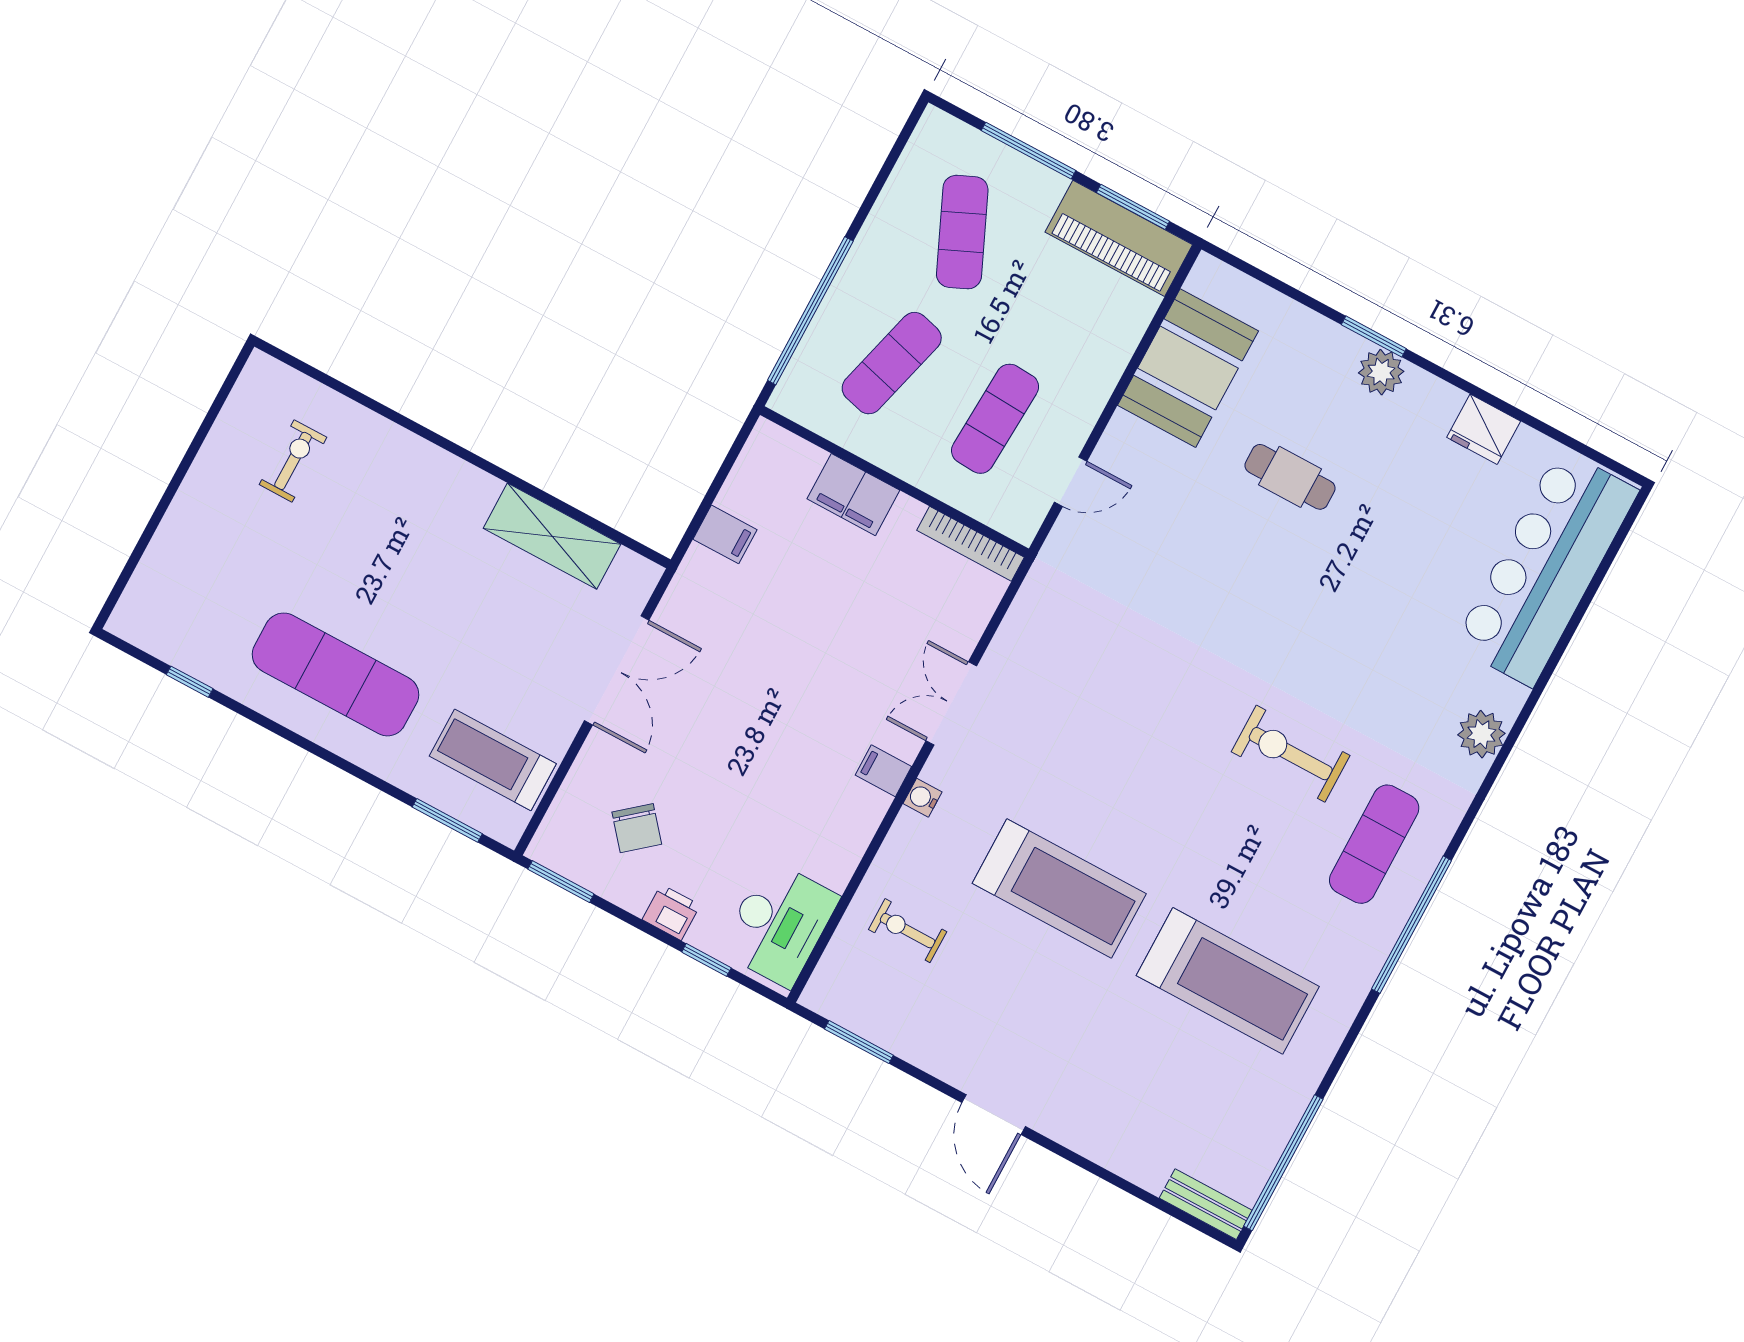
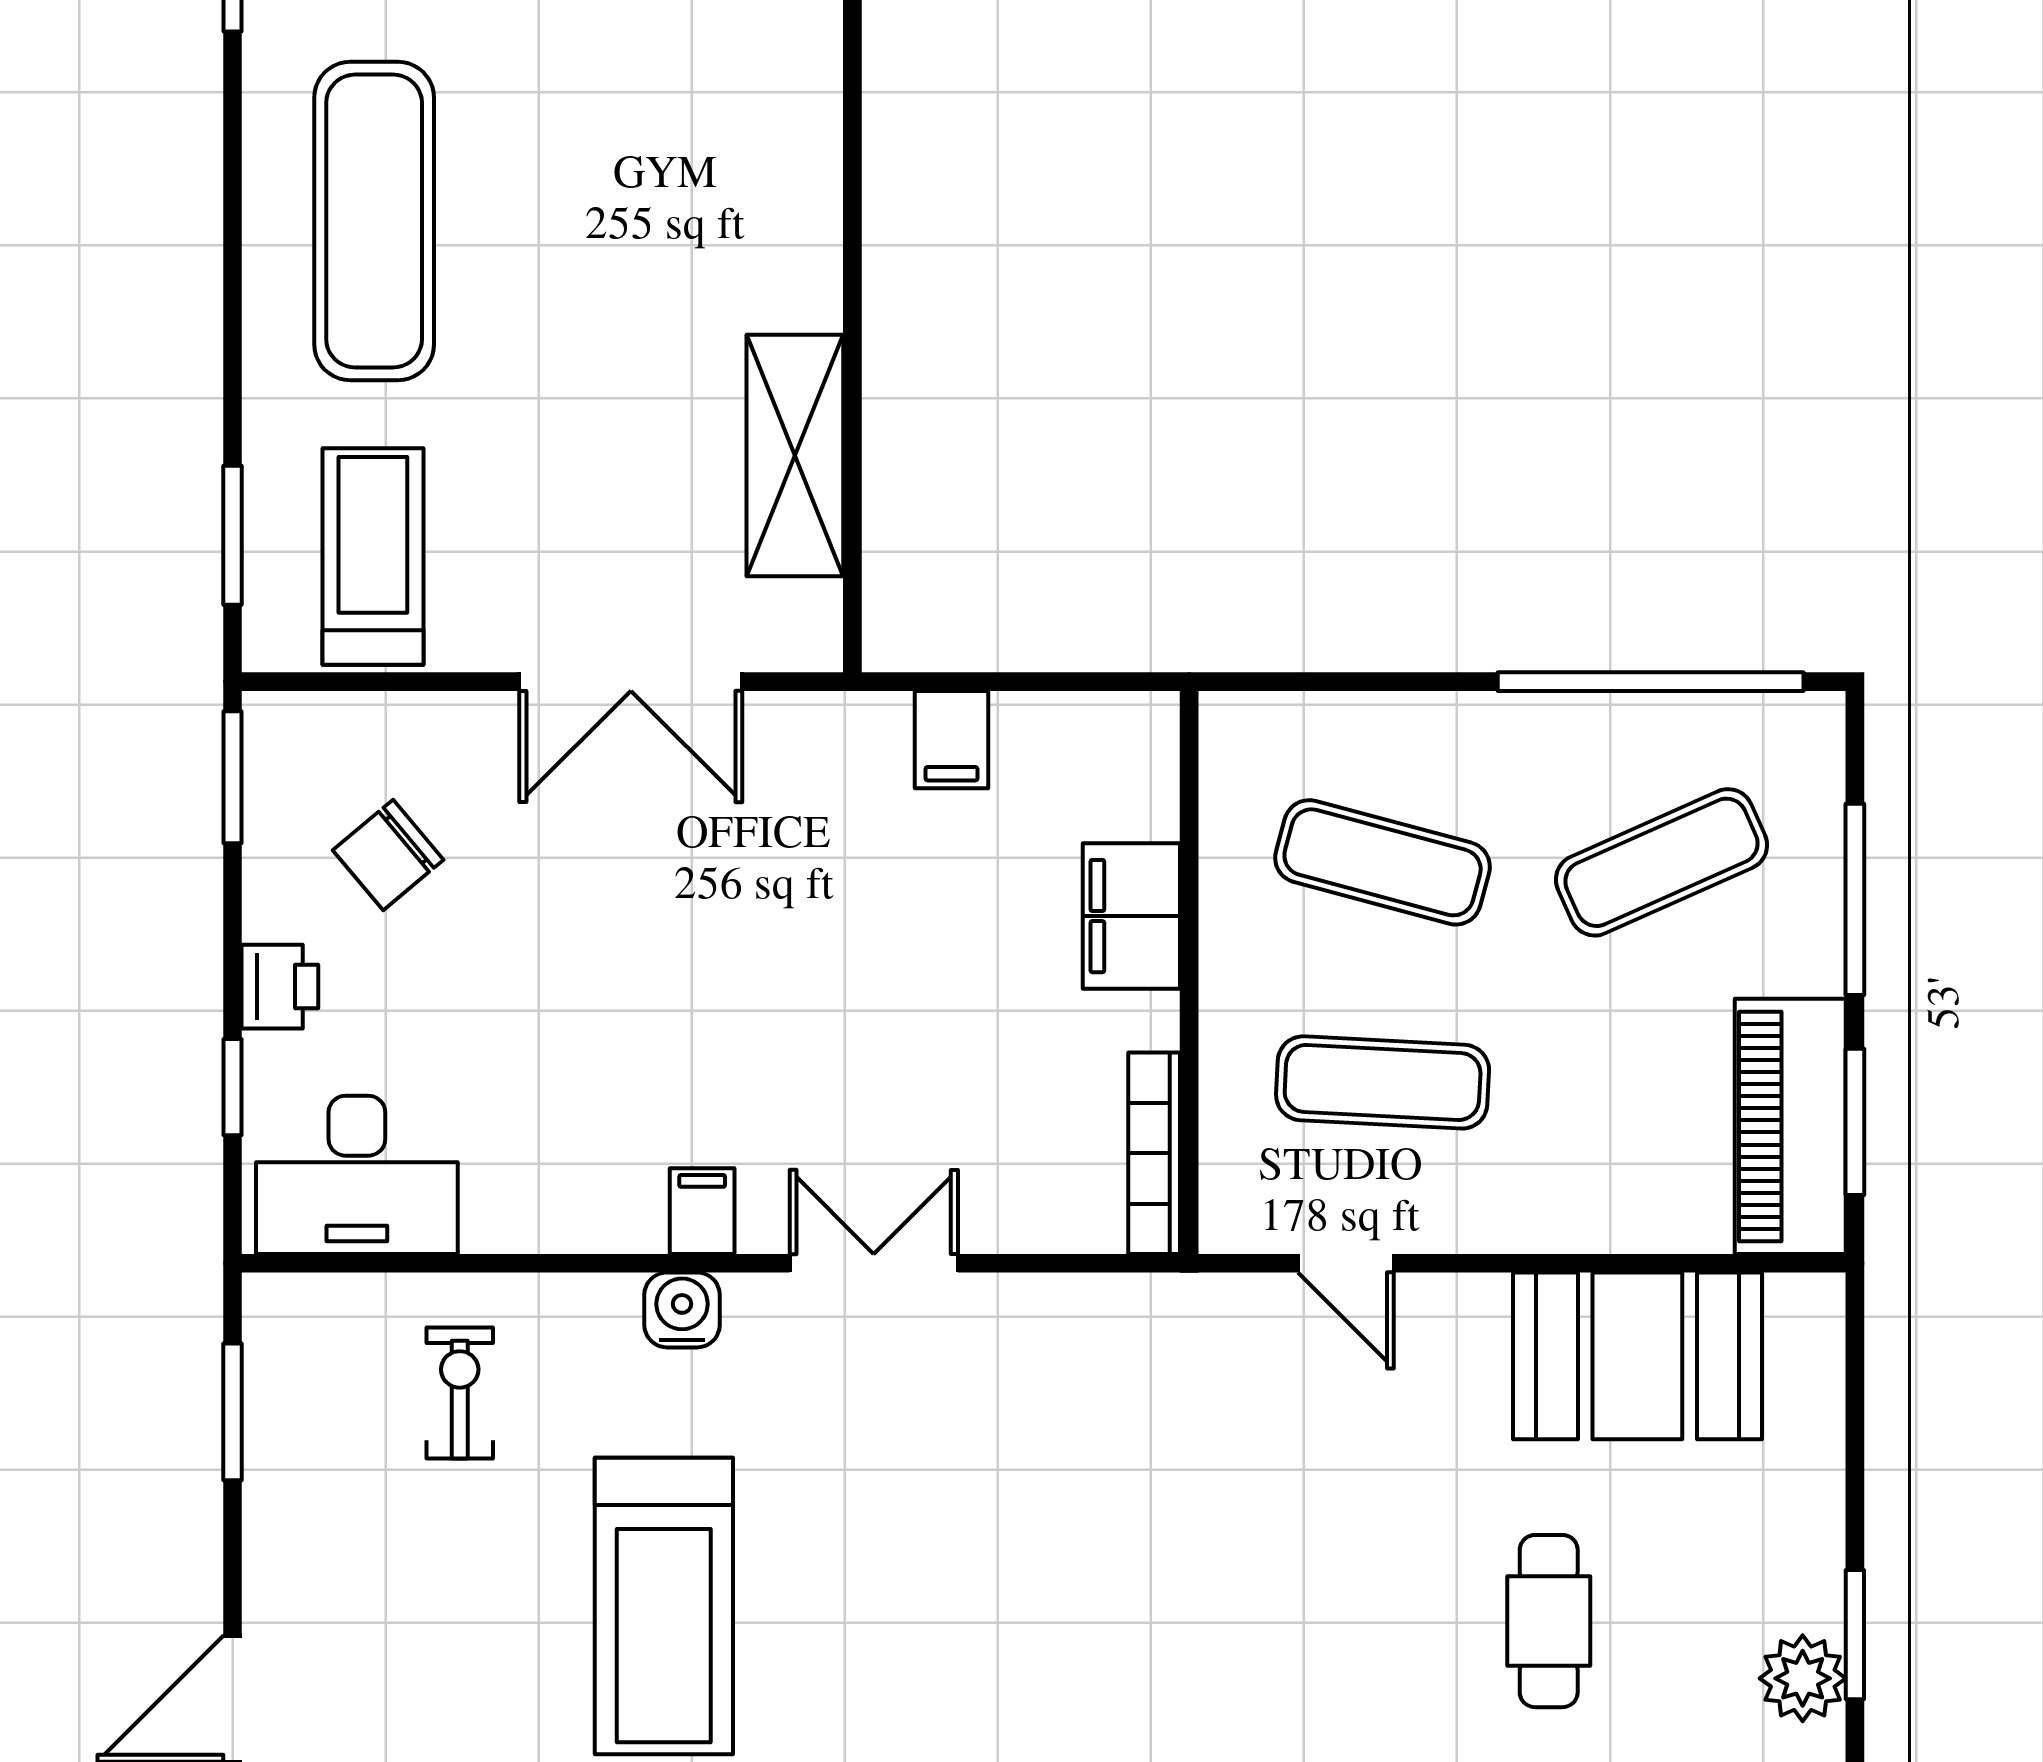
window: (810, 311) -> (1651, 682), moved
water cooler: (922, 798) -> (682, 1310), width x1.38, depth x1.38

